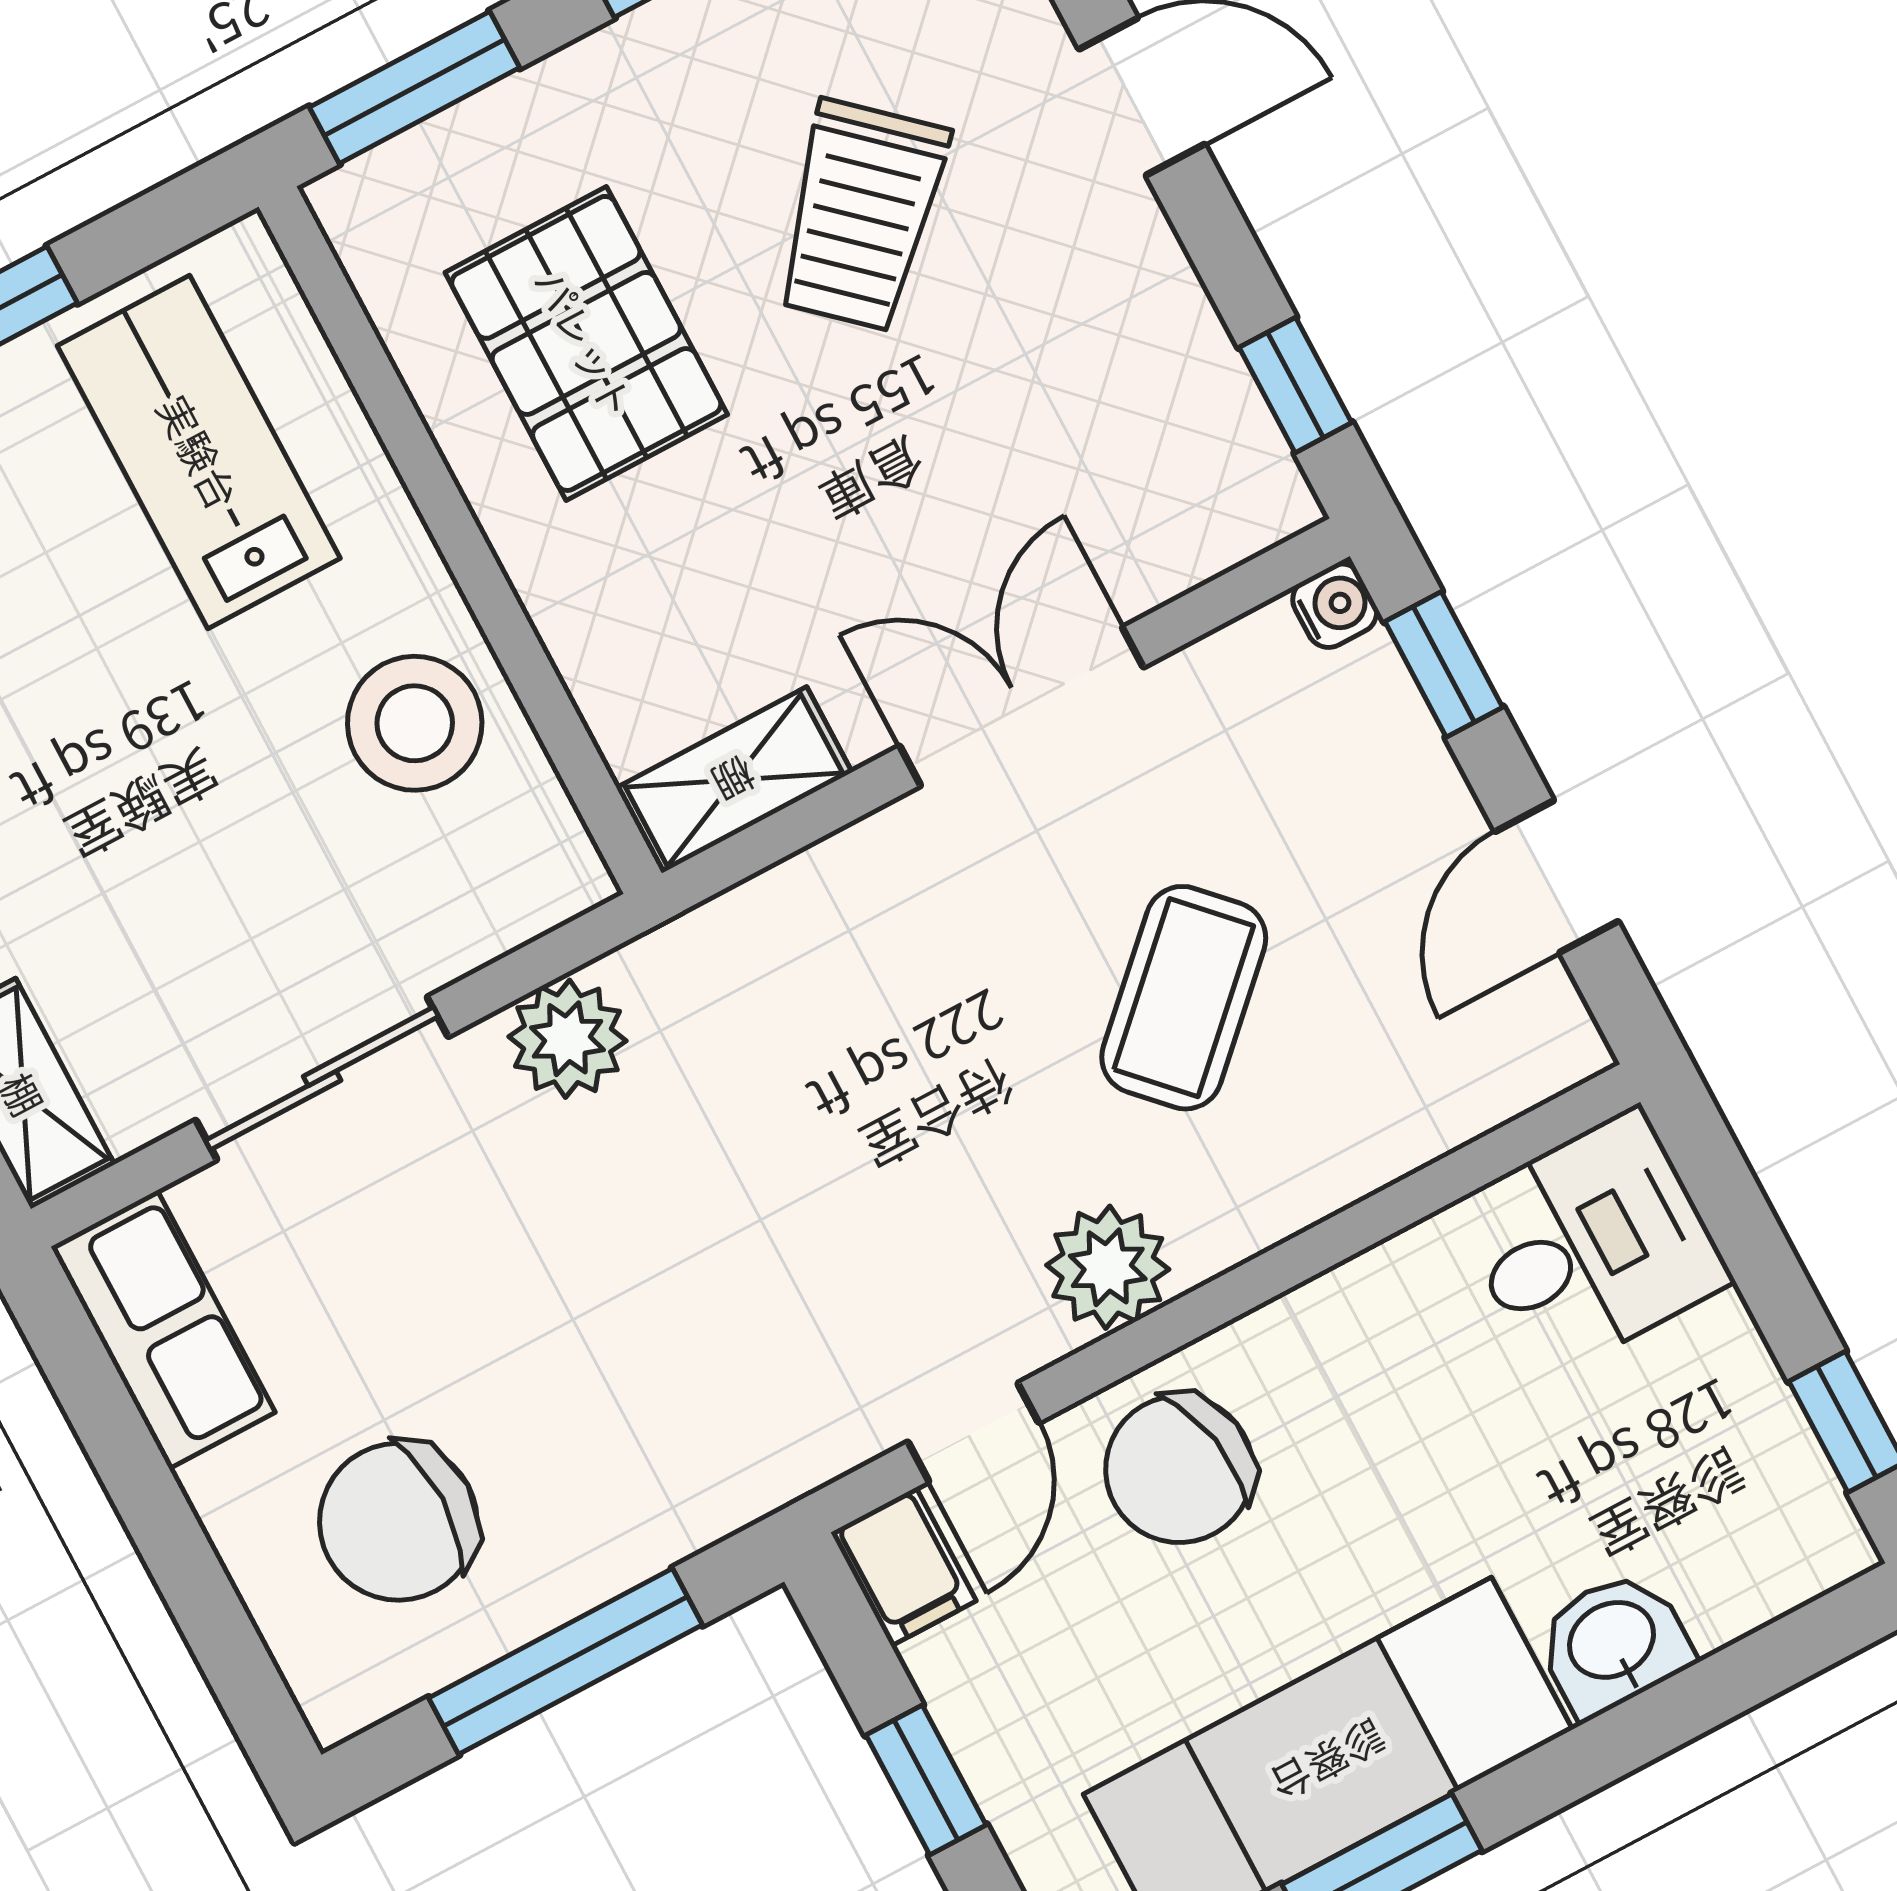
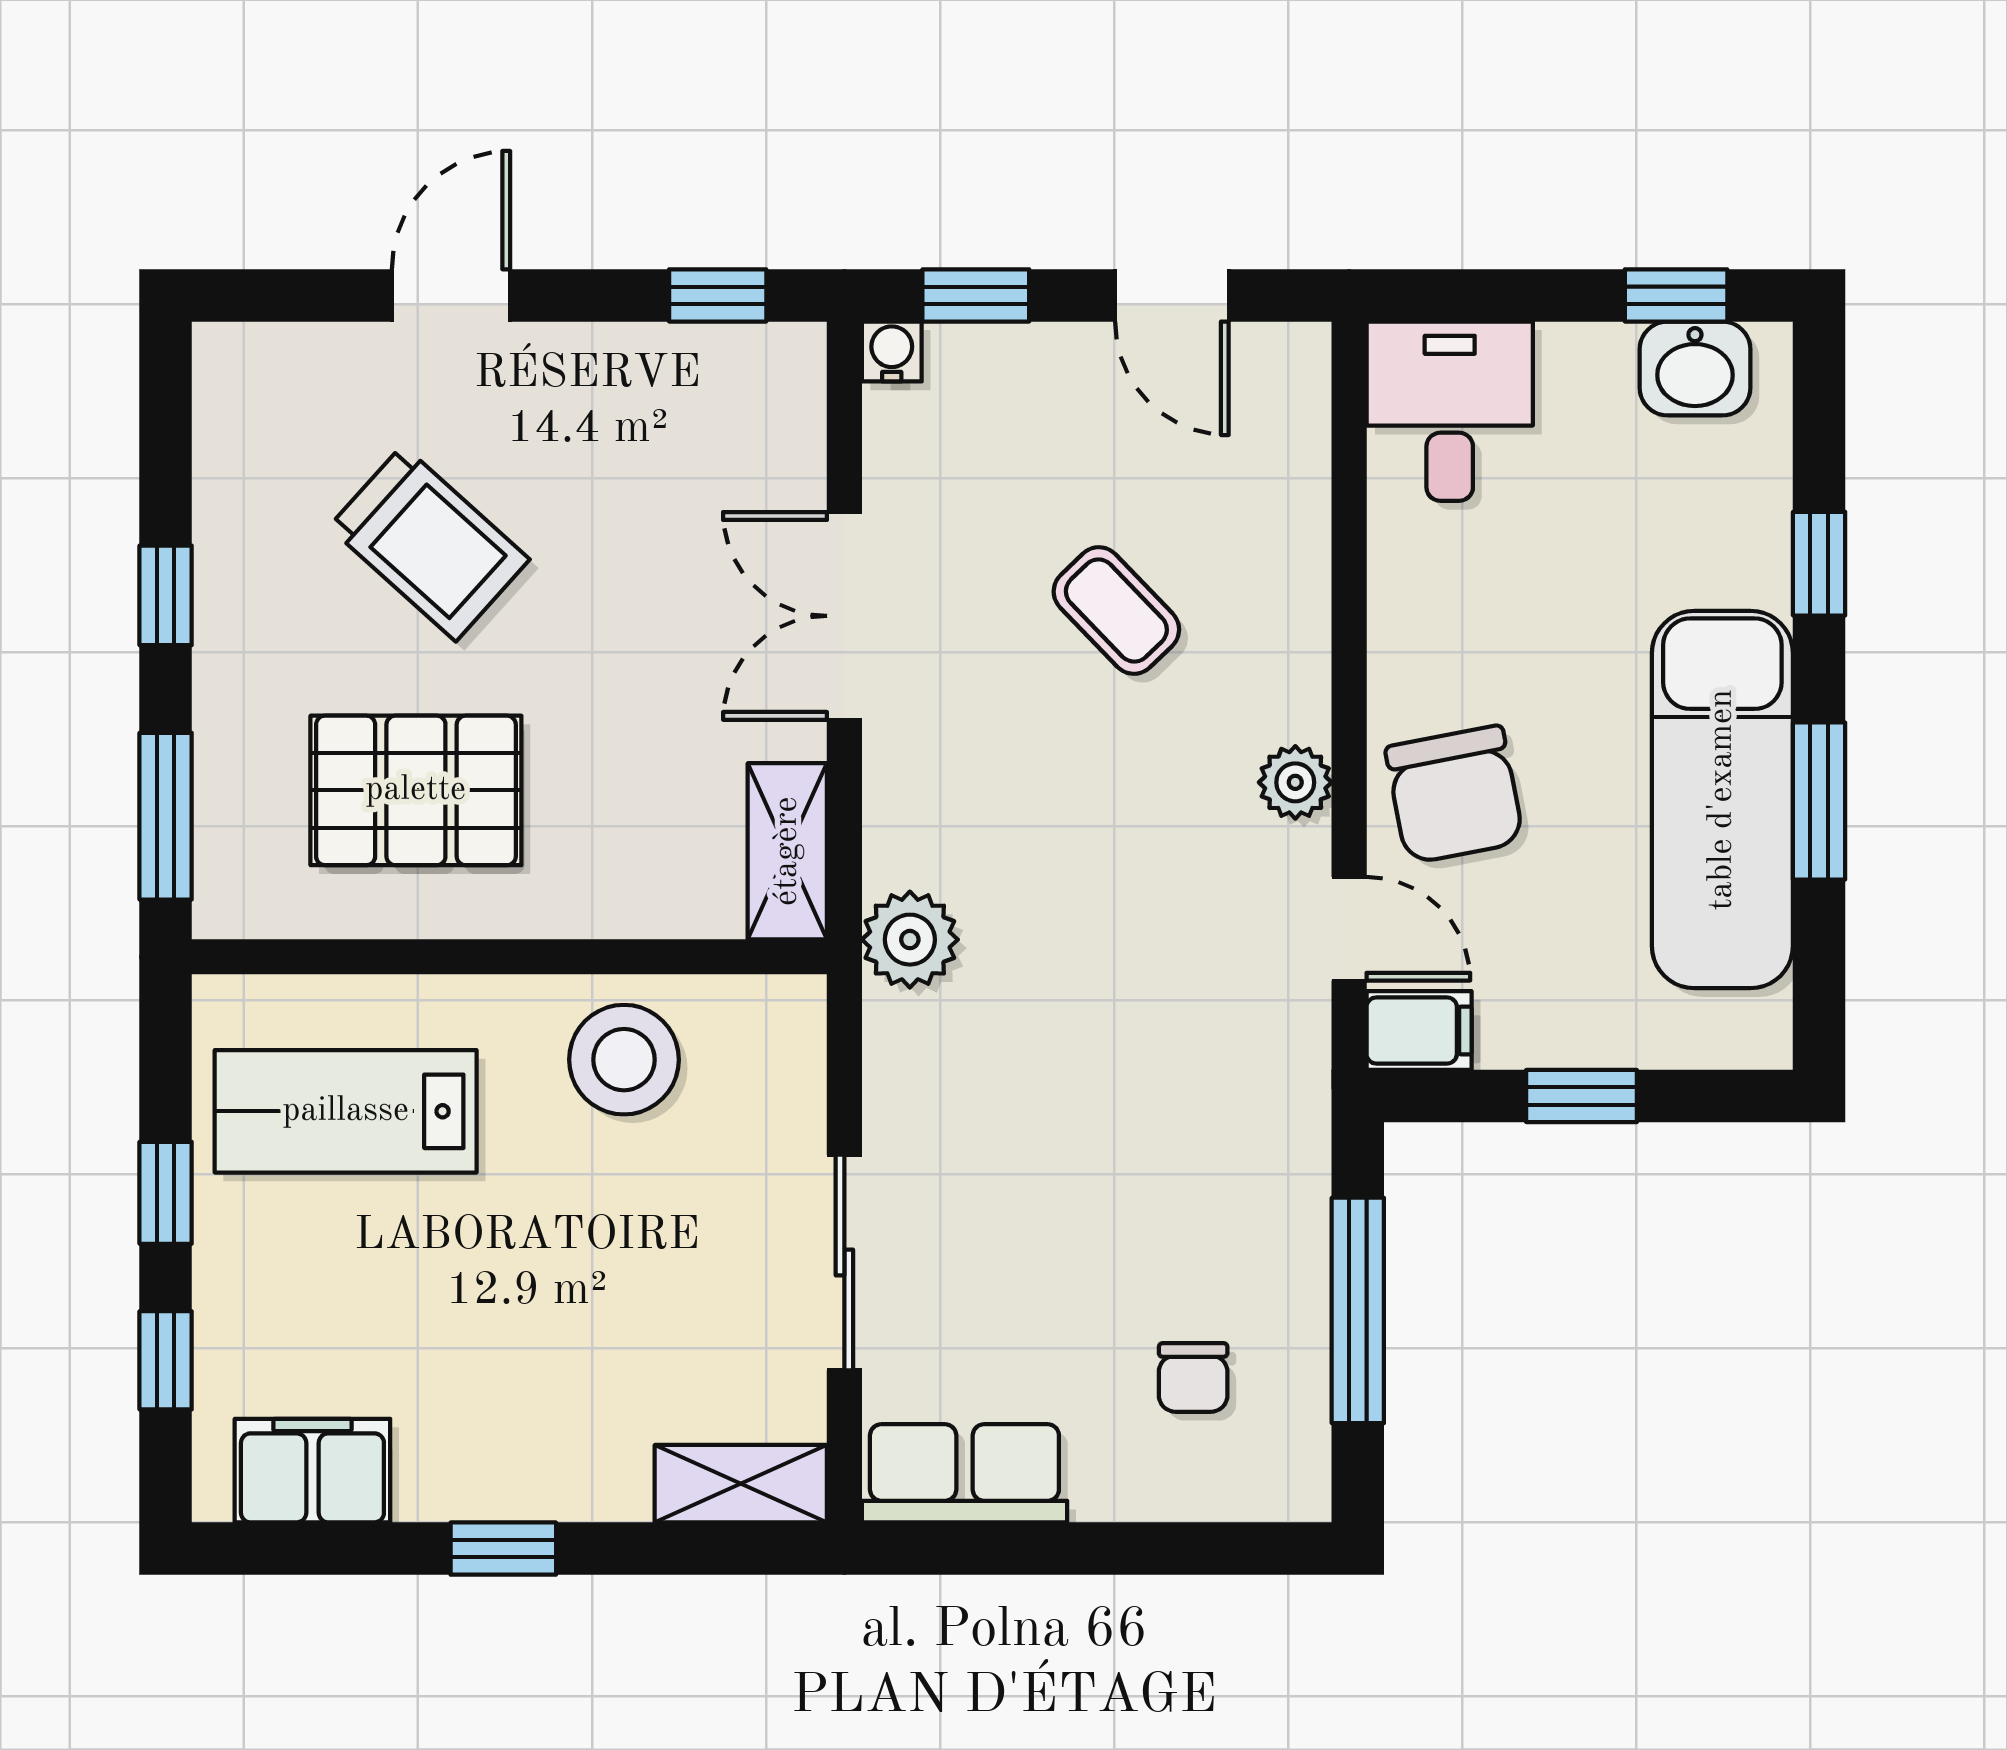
coffee table: (1184, 998) -> (1116, 611), width x0.73, depth x0.77
plant: (567, 1039) -> (910, 940), moved
plant: (1108, 1267) -> (1295, 782), width x0.73, depth x0.73
chair: (398, 1522) -> (1193, 1377), width x0.54, depth x0.54
washbasin: (1613, 1643) -> (1695, 368), moved, turned -90
window: (1639, 1731) -> (1819, 564), added

